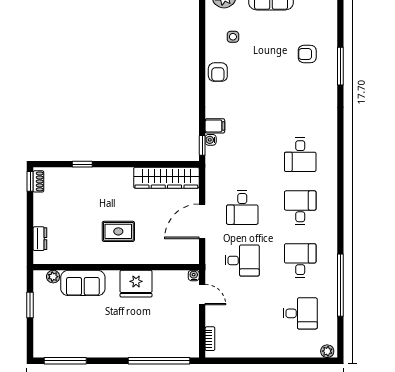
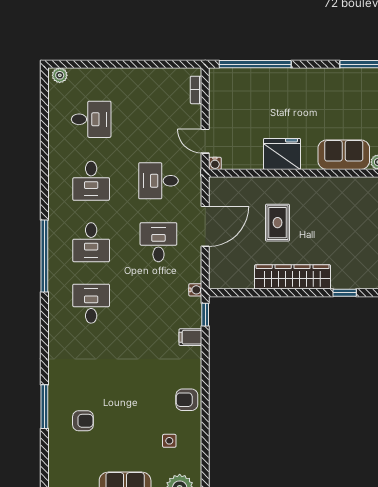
armchair: (218, 72) -> (187, 400), turned -90
water cooler: (211, 140) -> (195, 290), moved
wardrobe: (166, 178) -> (293, 277), moved
rug: (118, 231) -> (277, 223), moved, turned 90
window: (340, 285) -> (44, 256), moved
desk: (300, 313) -> (91, 119), turned 180

